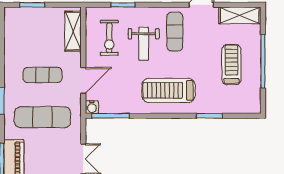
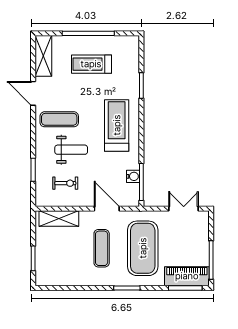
exercise bike: (109, 38) -> (65, 183), width x0.73, depth x0.72
treadmill: (169, 90) -> (117, 125), turned 180
water cooler: (92, 107) -> (133, 176), moved
exercise mat: (43, 117) -> (143, 248), width x1.47

